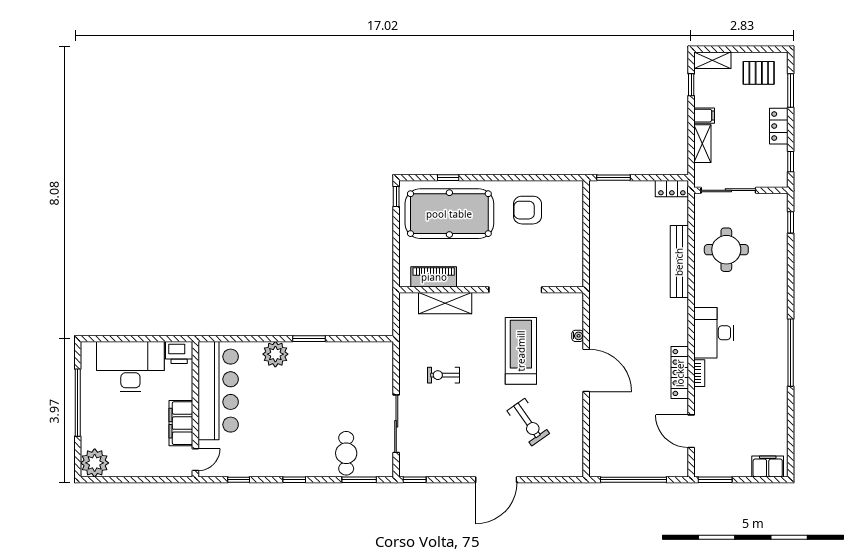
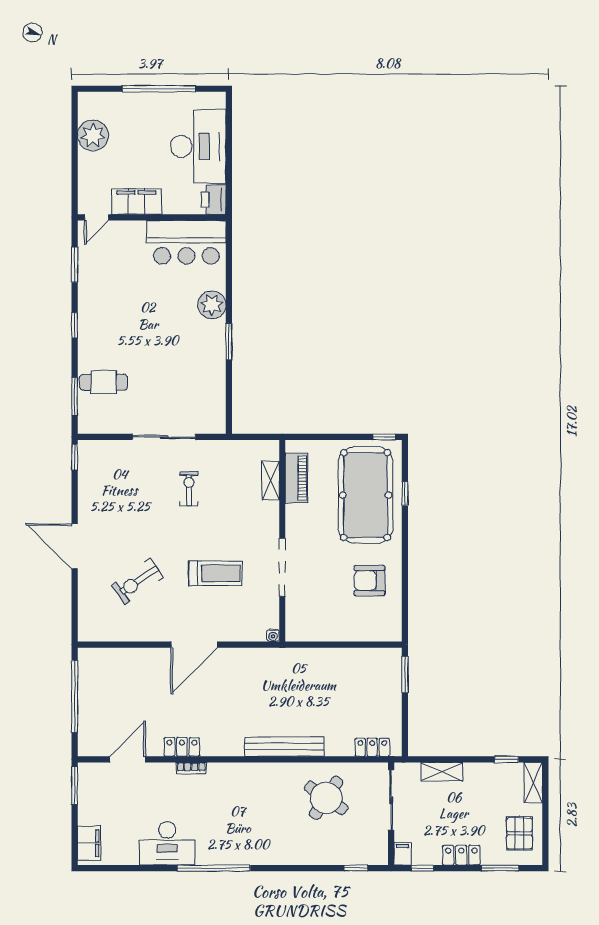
filing cabinet: (704, 116) -> (402, 854), moved, turned 180
locker: (672, 189) -> (372, 747), moved, turned 90
armchair: (527, 210) -> (369, 580), turned -90
round table: (726, 250) -> (326, 798), turned 34
bench: (679, 262) -> (284, 747), moved
shelving: (445, 303) -> (271, 481), width x0.67, depth x0.75
desk: (714, 333) -> (167, 843), moved, turned 180
water cooler: (578, 336) -> (273, 635), moved
treadmill: (521, 351) -> (215, 573), width x0.73, depth x0.73
locker: (680, 373) -> (182, 747), width x0.66
bar counter: (218, 391) -> (186, 242), width x0.73
sliding door: (396, 424) -> (164, 437), moved
door: (195, 460) -> (97, 217), hinge flipped
plant: (95, 463) -> (93, 135), moved
window: (239, 480) -> (75, 265), width x1.50

